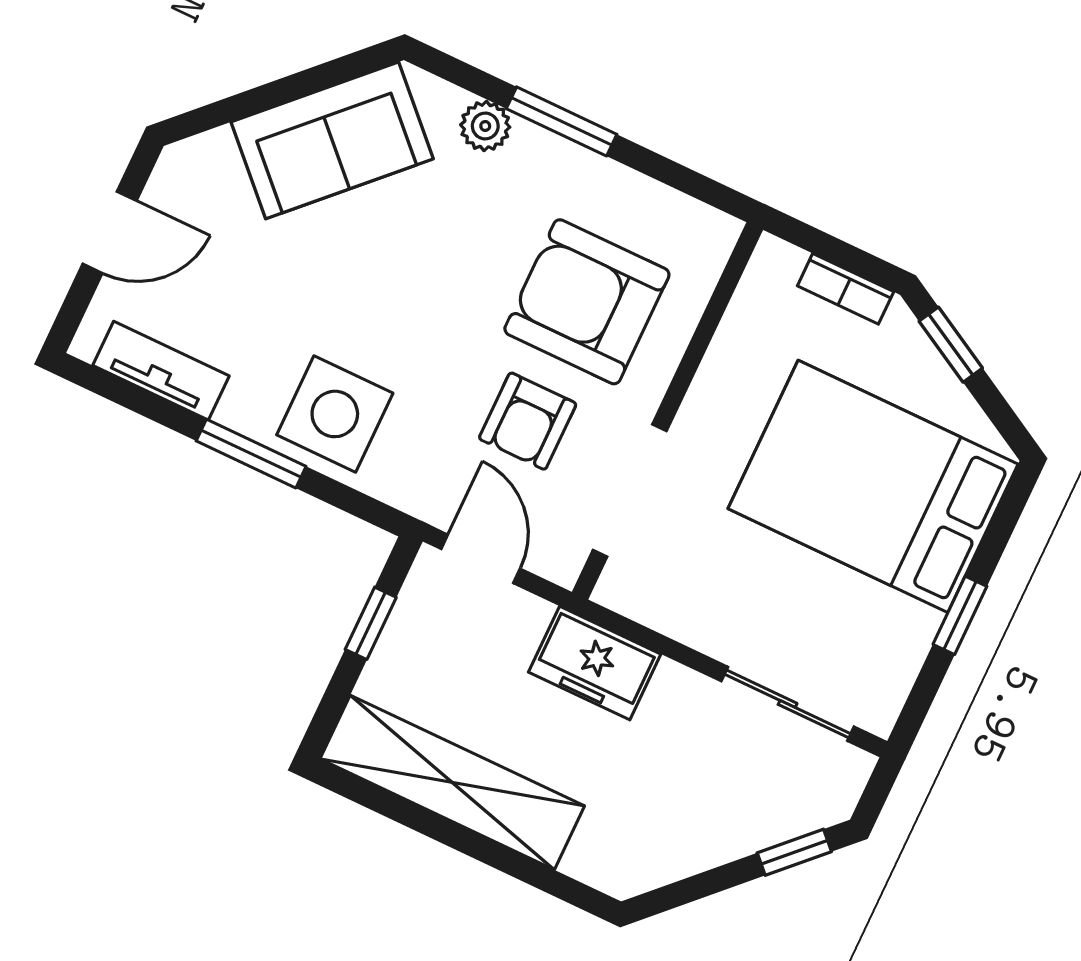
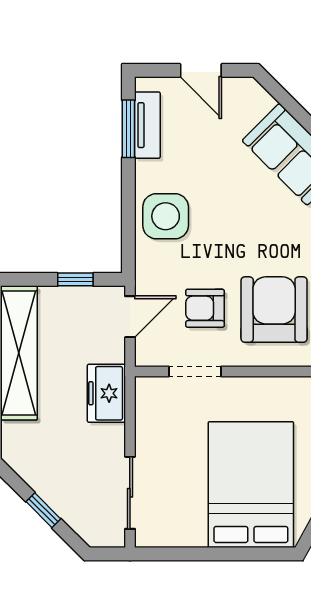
window: (251, 454) -> (128, 129), moved
doorway: (630, 491) -> (195, 371), width x0.73
window: (960, 615) -> (210, 554), removed
window: (794, 852) -> (43, 510), moved

